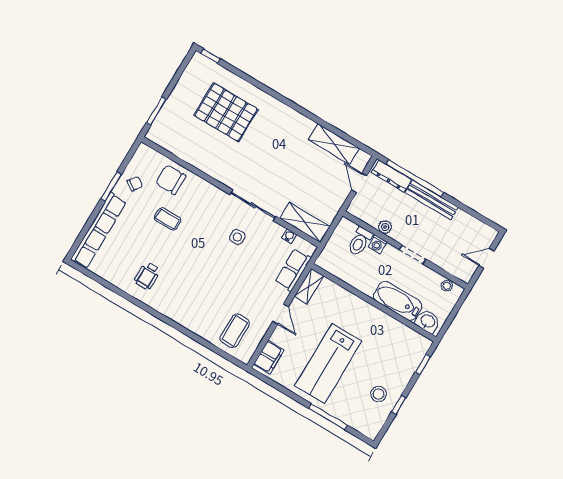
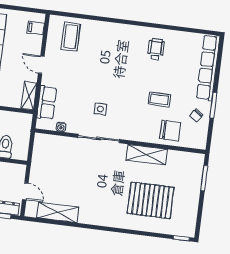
shelving: (305, 222) -> (147, 155), moved
filing cabinet: (269, 357) -> (36, 28), width x0.50

